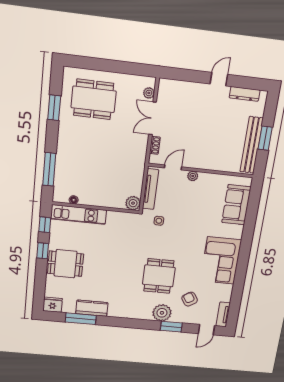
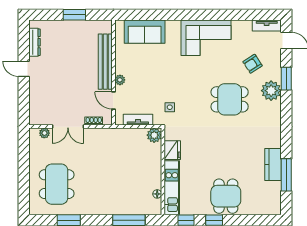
bench: (252, 145) -> (105, 62), moved, turned 90
tv unit: (151, 189) -> (138, 120), width x0.71
fridge: (53, 305) -> (172, 150), moved, turned 180

